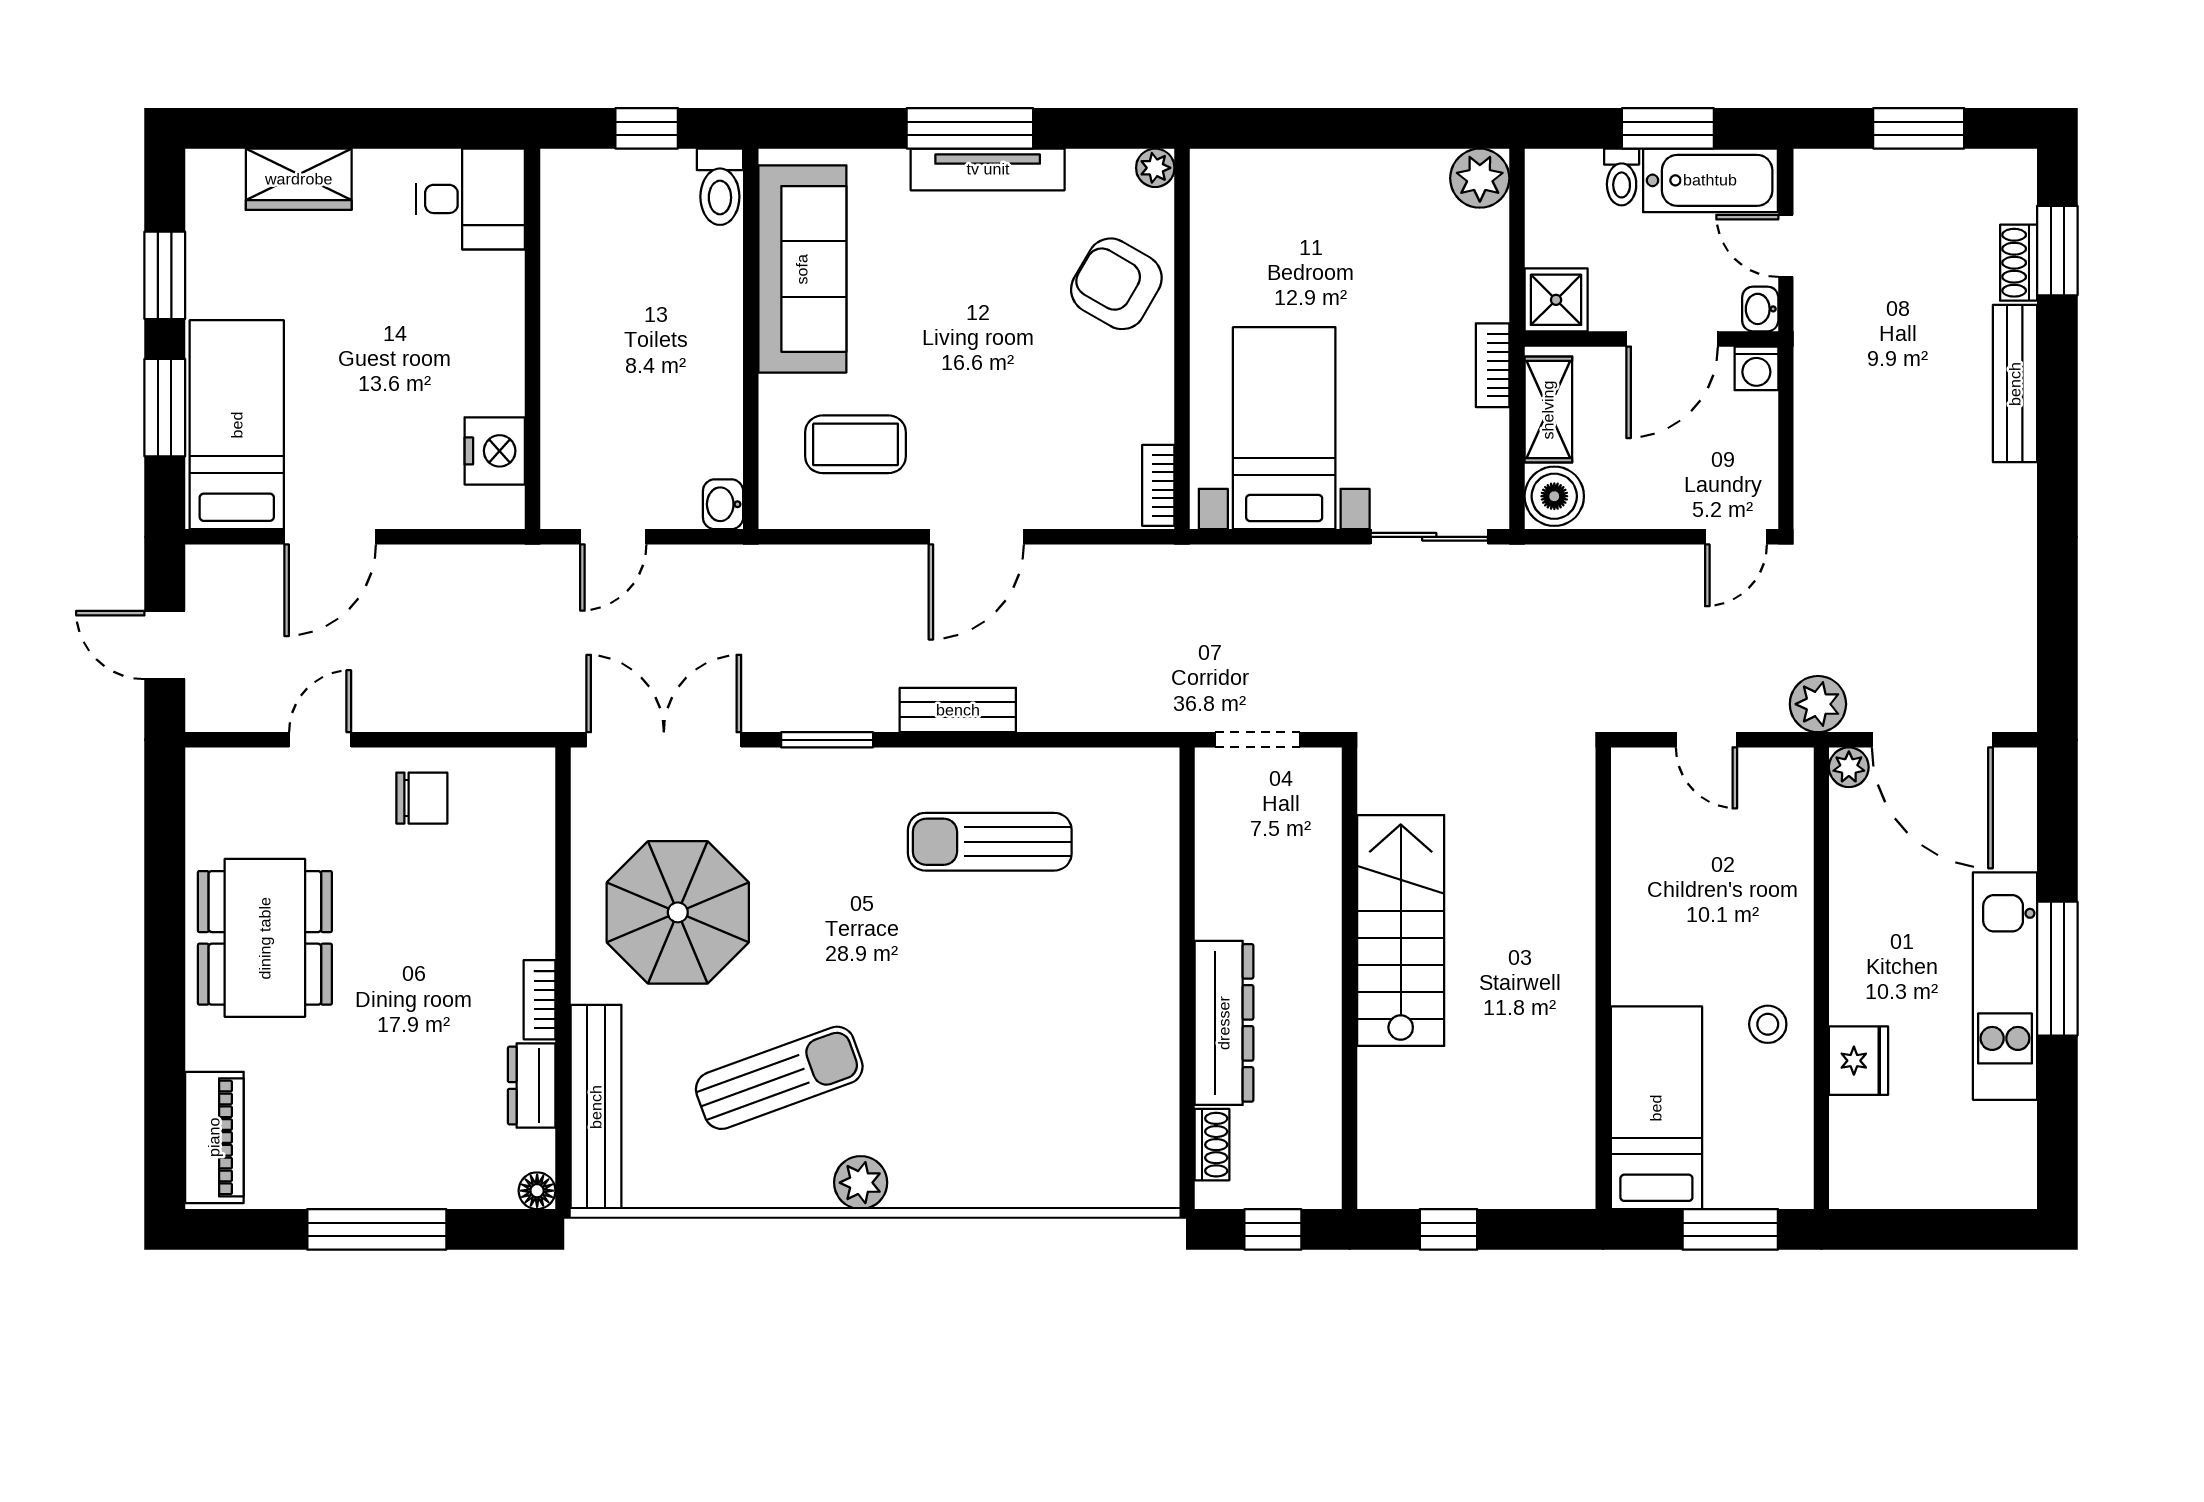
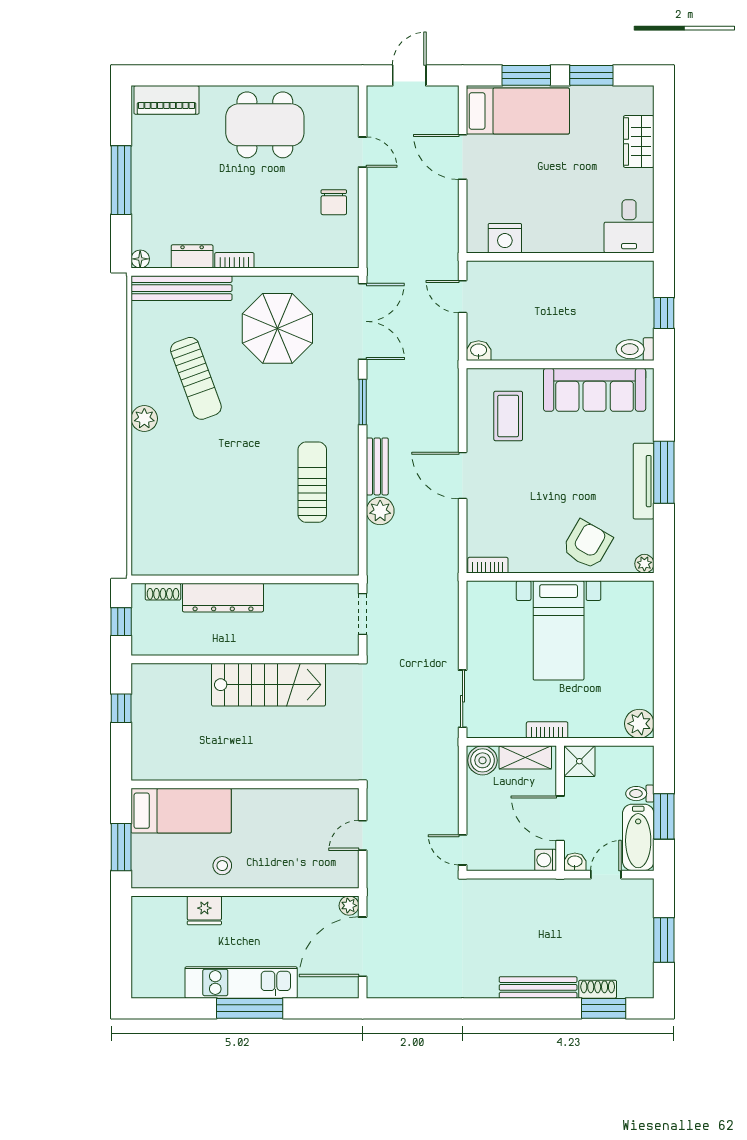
bed with nightstands: (1284, 428) -> (559, 630), moved, turned 90
plant: (1818, 704) -> (380, 511), moved

